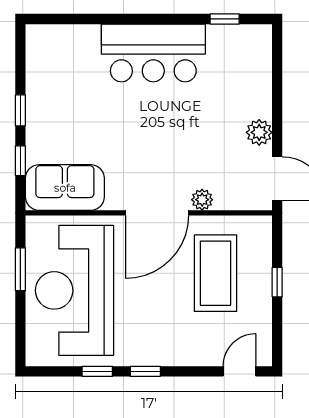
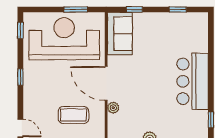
window: (20, 110) -> (178, 10), moved
coffee table: (215, 273) -> (74, 115), width x0.73, depth x0.76
window: (97, 371) -> (20, 30), moved

